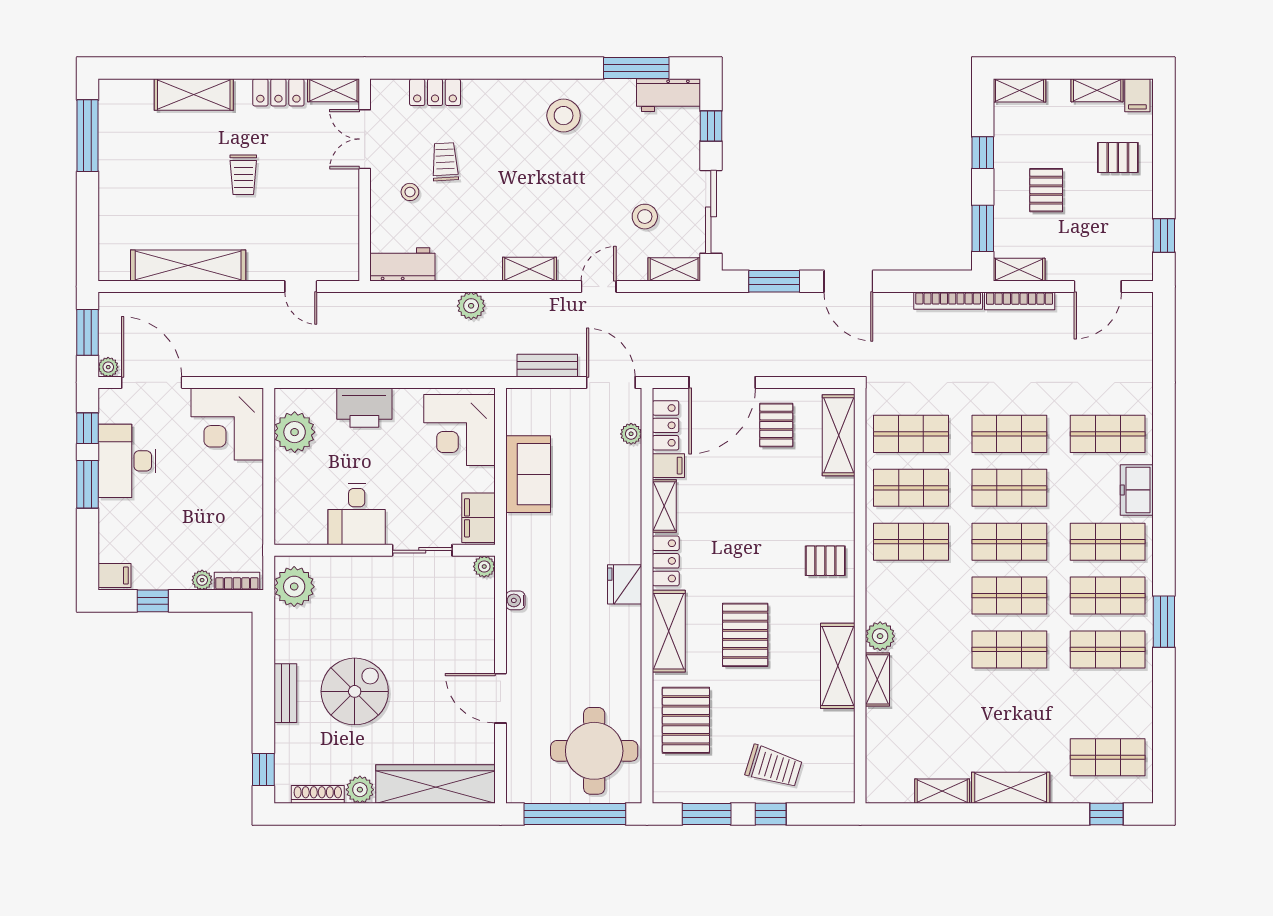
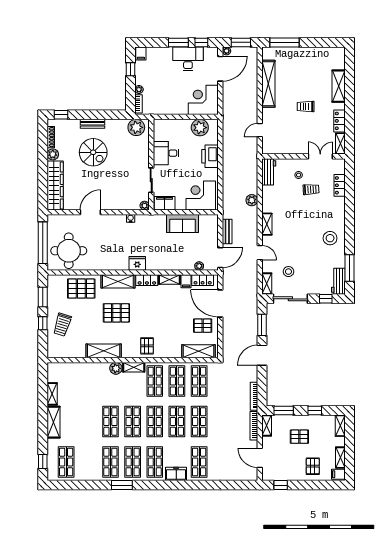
window: (88, 136) -> (284, 42), moved
shelving: (877, 679) -> (134, 367), moved

